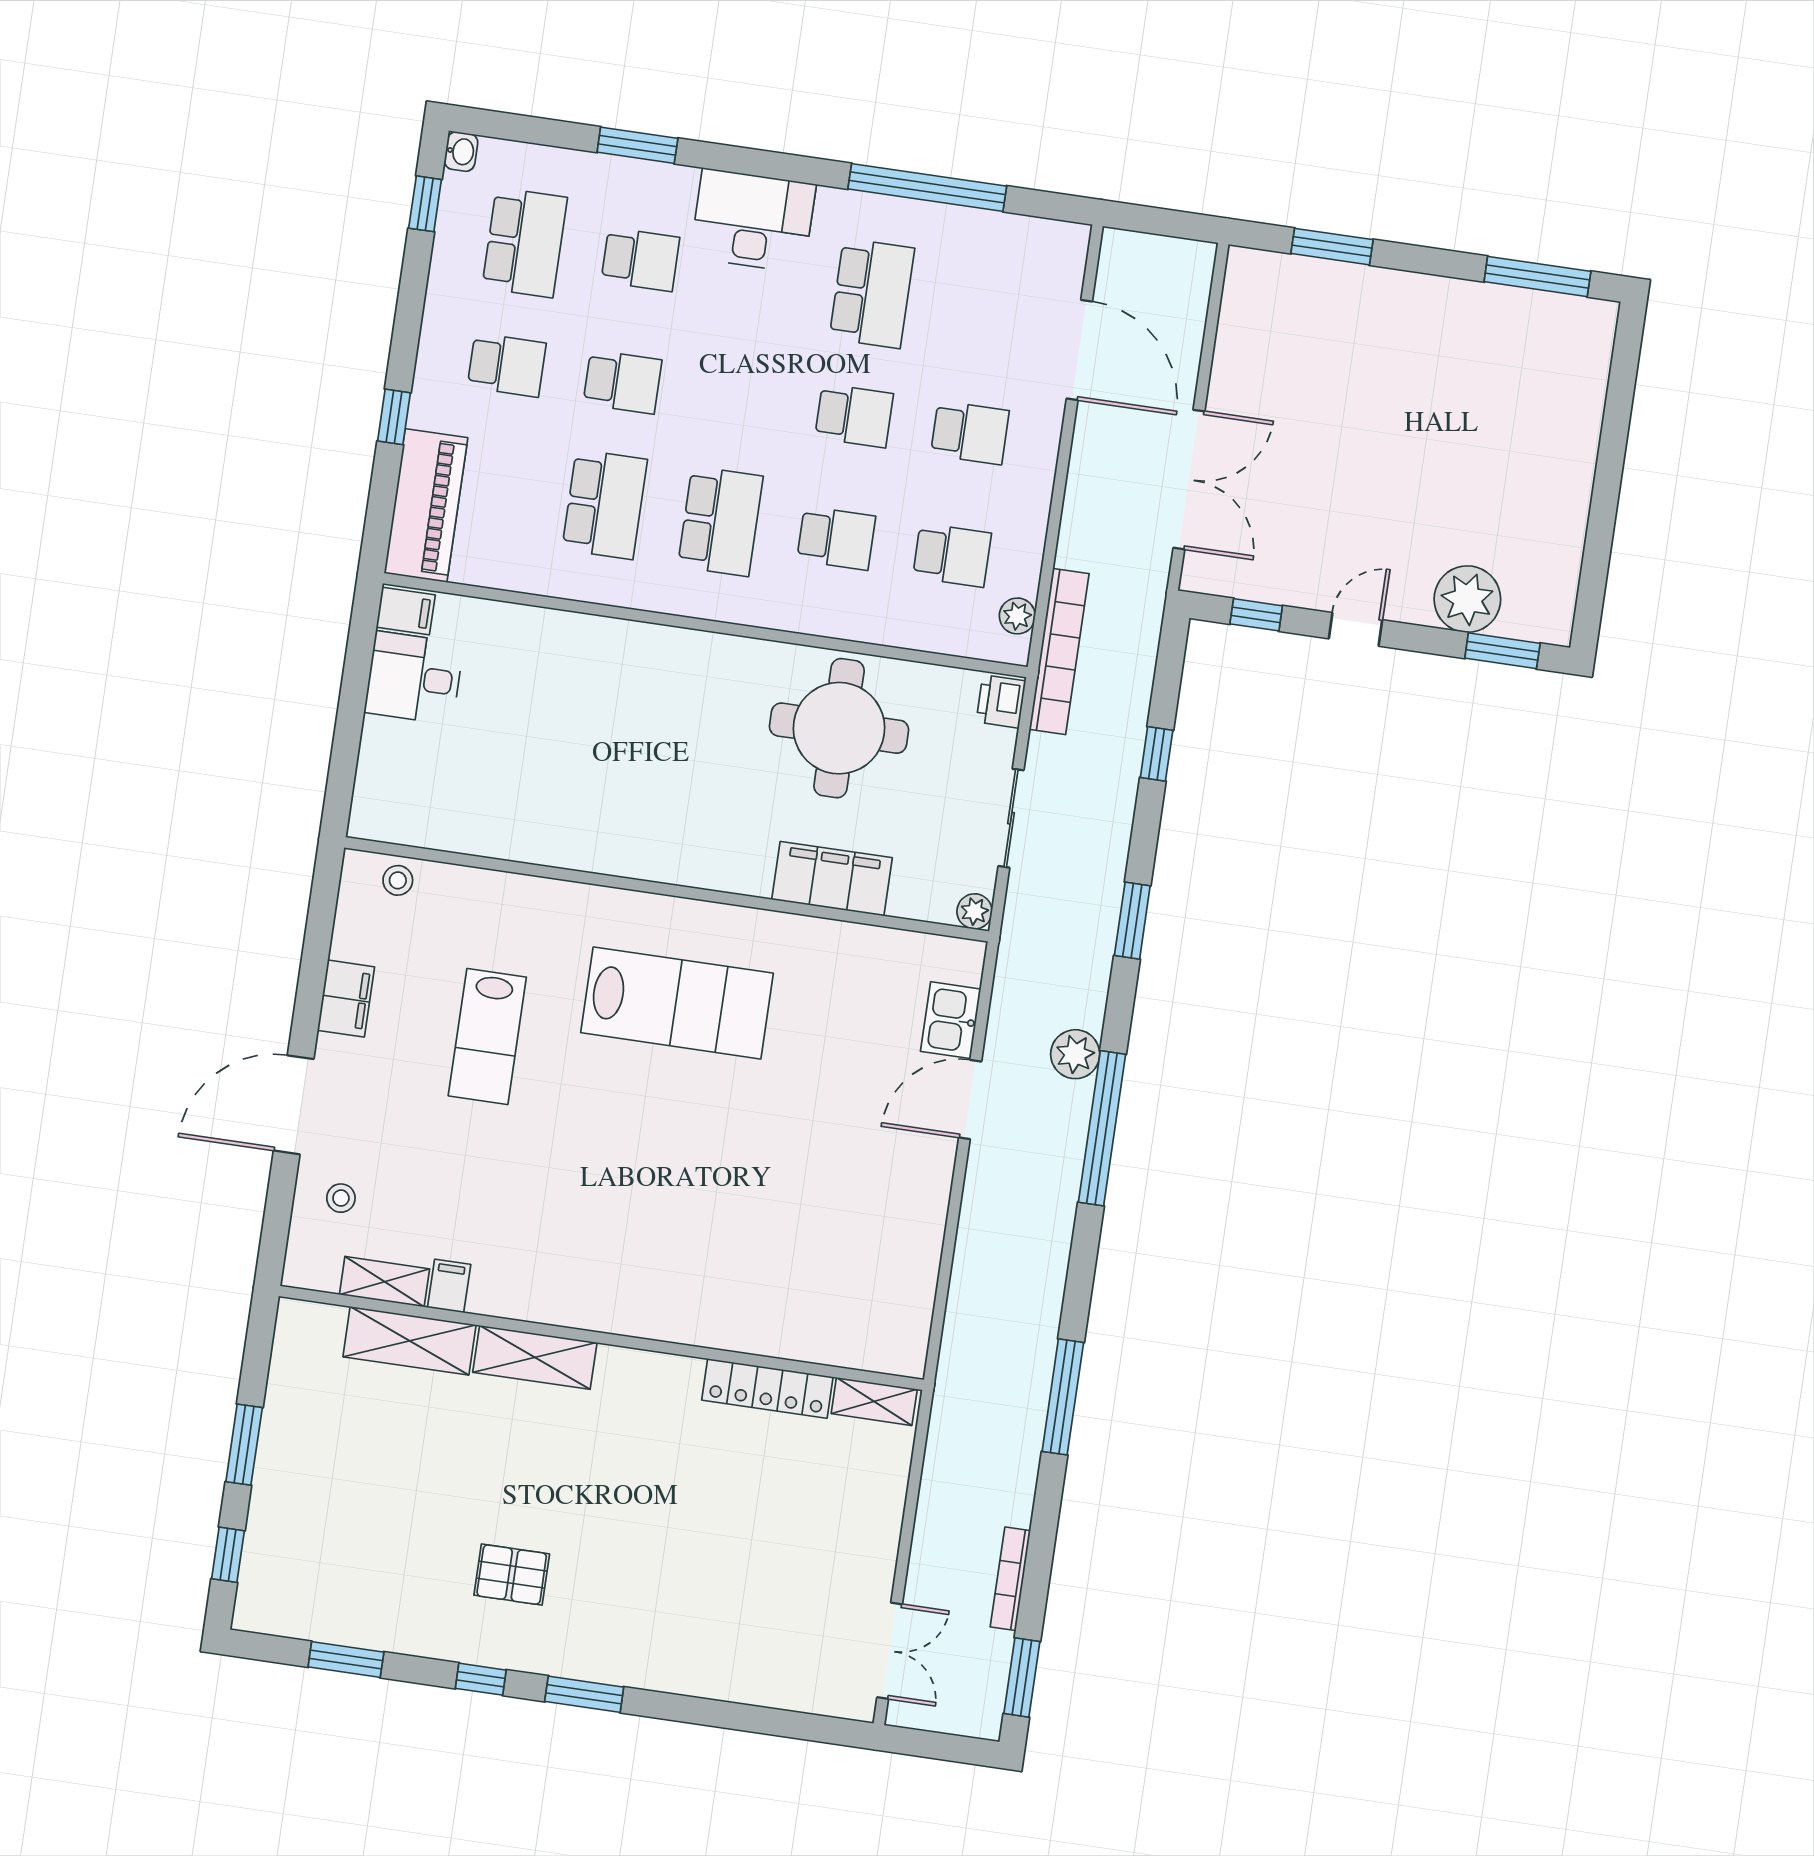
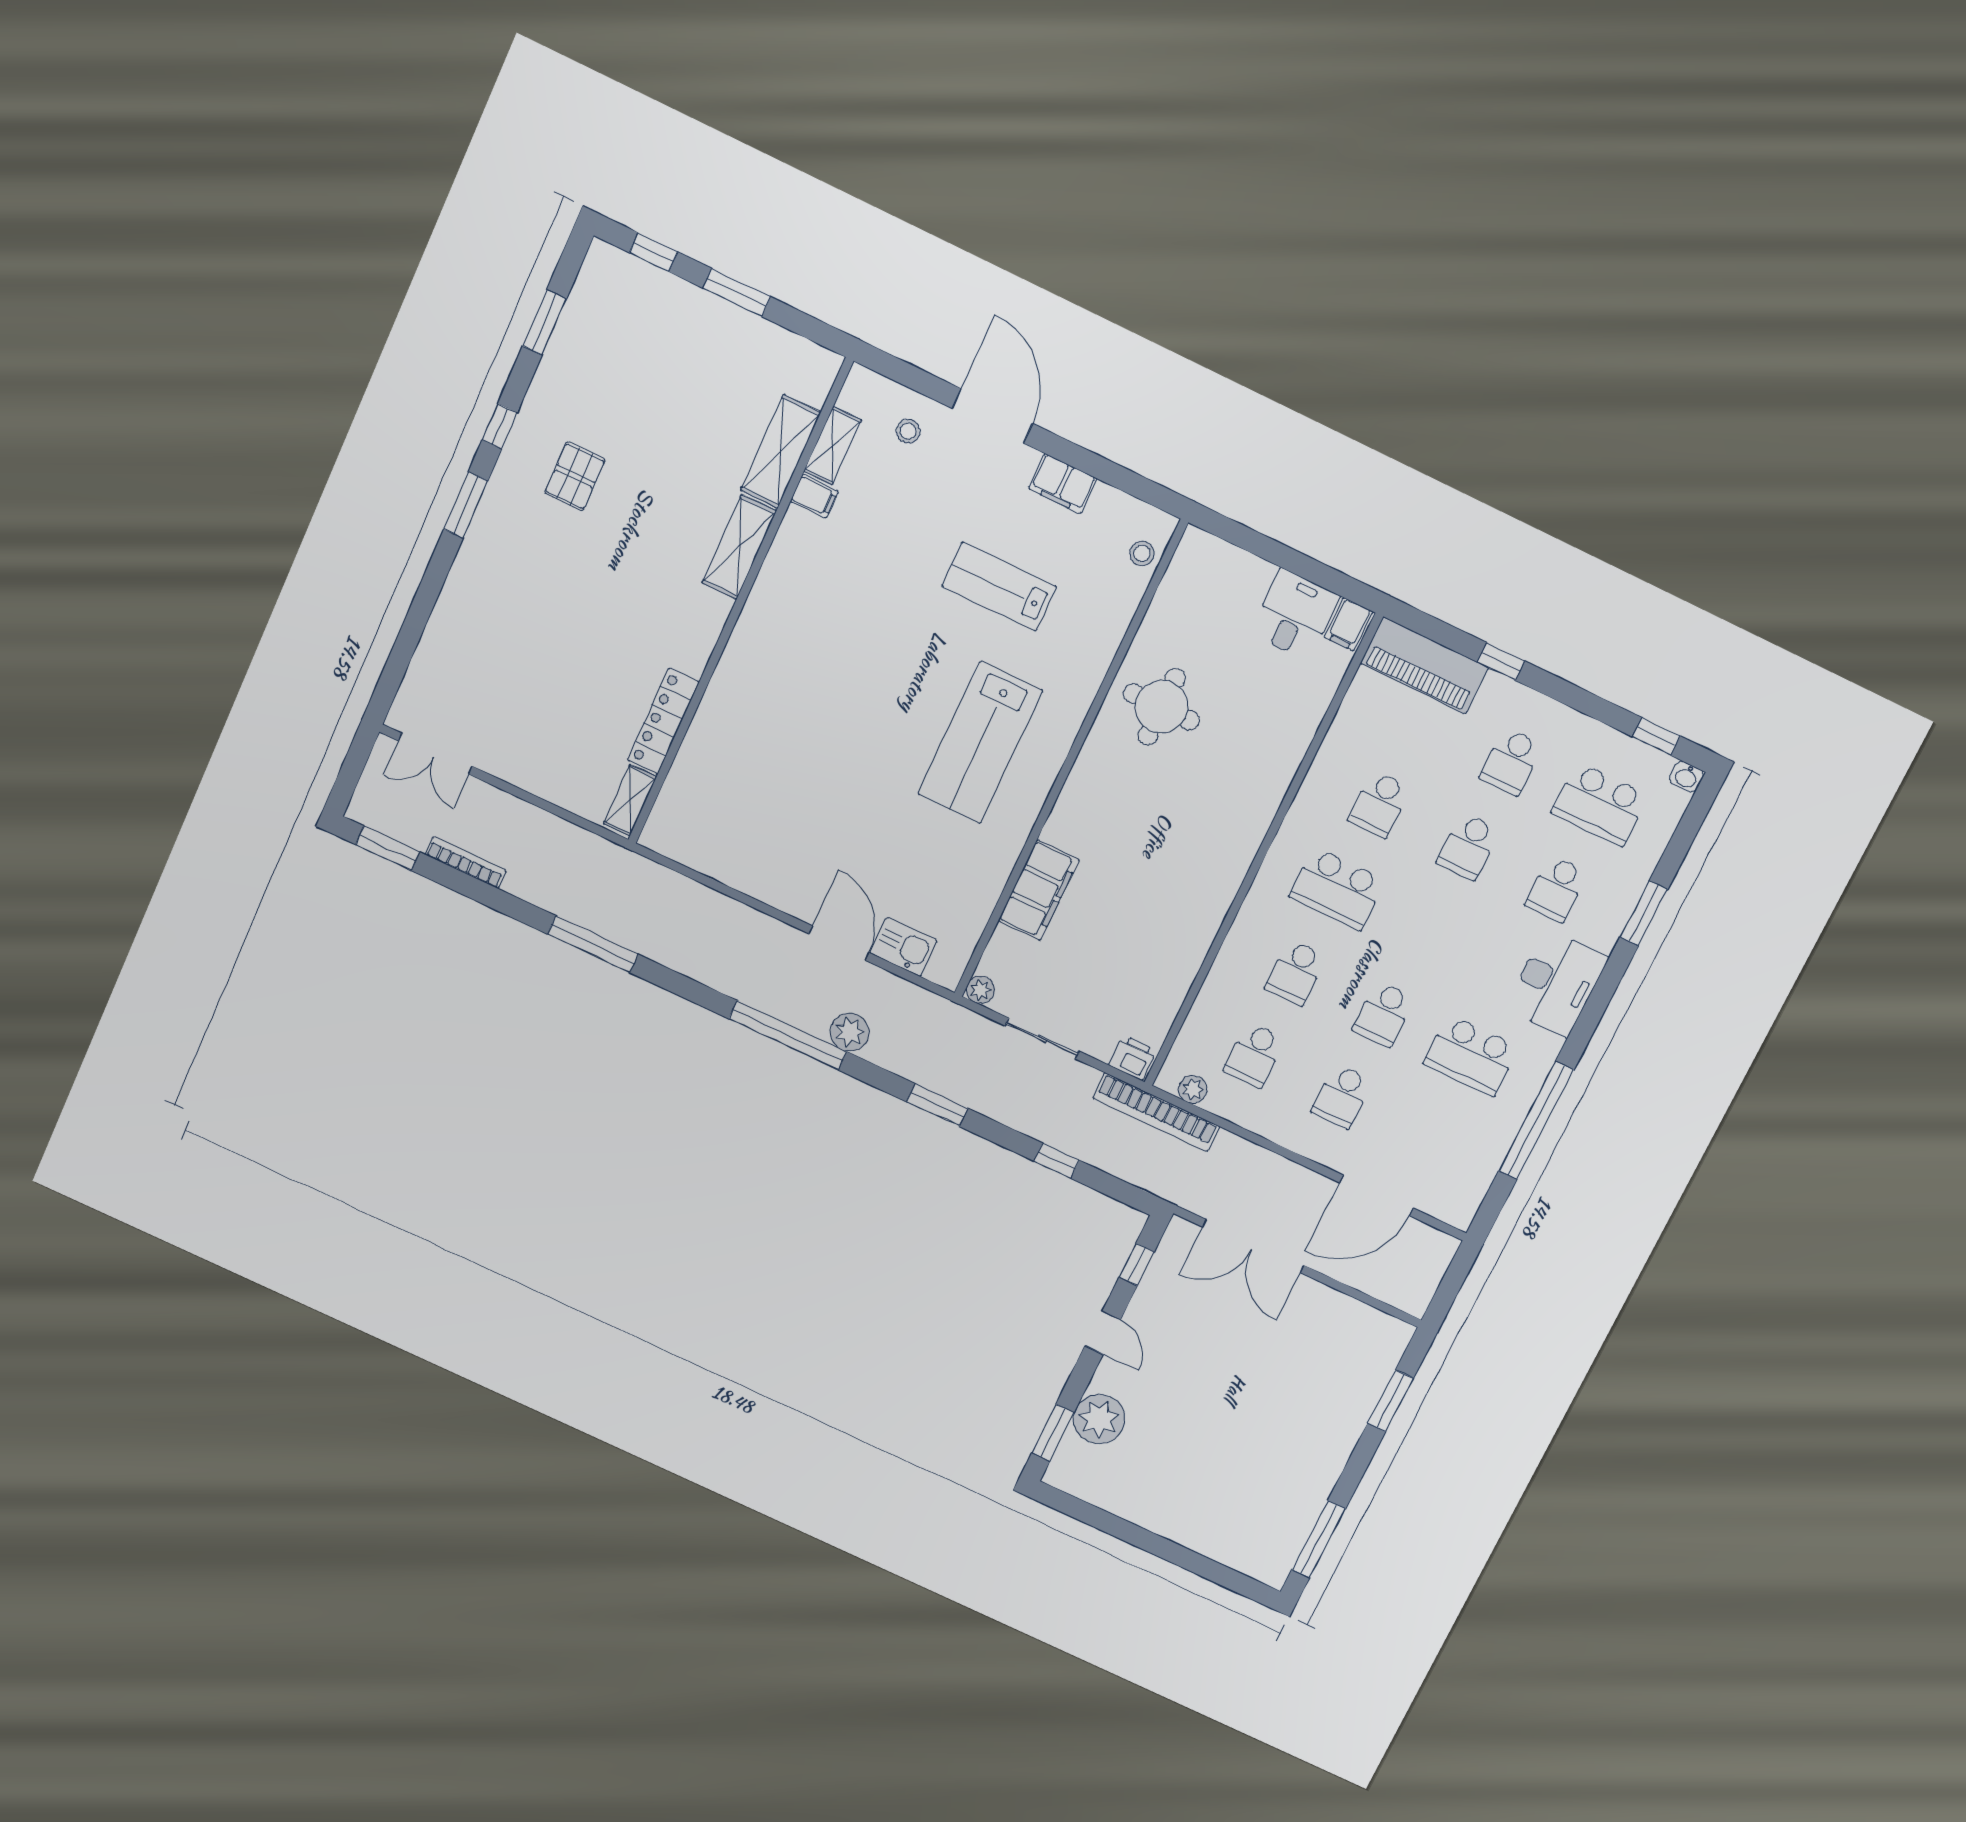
school desk: (605, 504) -> (1379, 804), width x0.54
round table: (839, 728) -> (1161, 707), moved, width x0.73, depth x0.73

